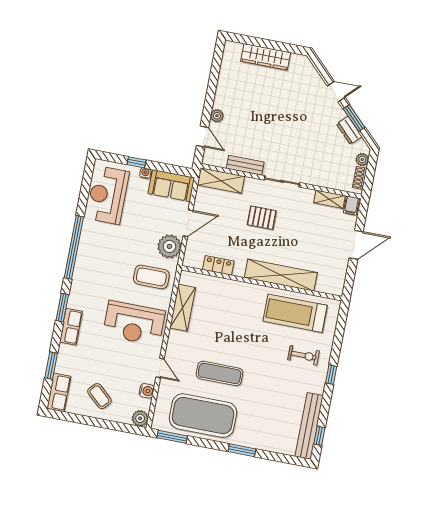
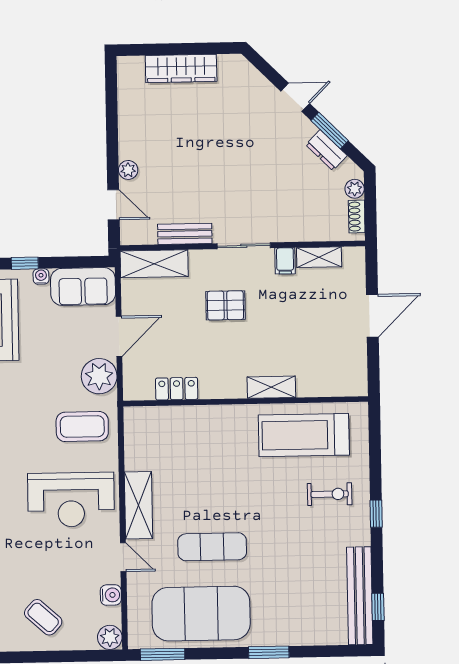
filing cabinet: (351, 206) -> (285, 261), moved
shelving: (281, 275) -> (271, 387), width x0.45, depth x0.75
shelving: (183, 308) -> (138, 505), moved

